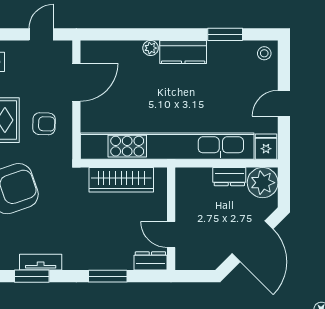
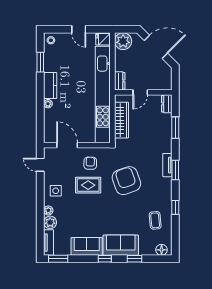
dresser: (229, 177) -> (120, 81), moved
door: (171, 234) -> (140, 92), moved

